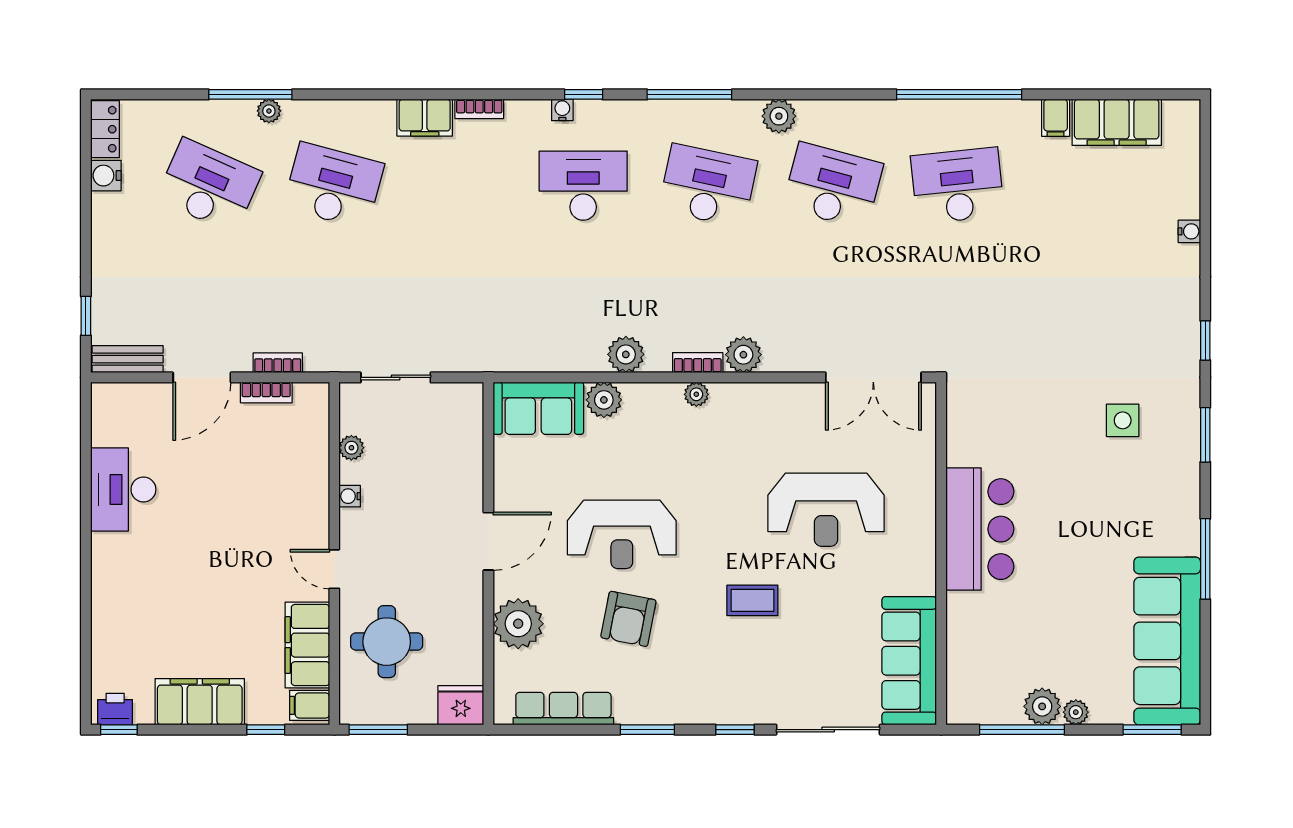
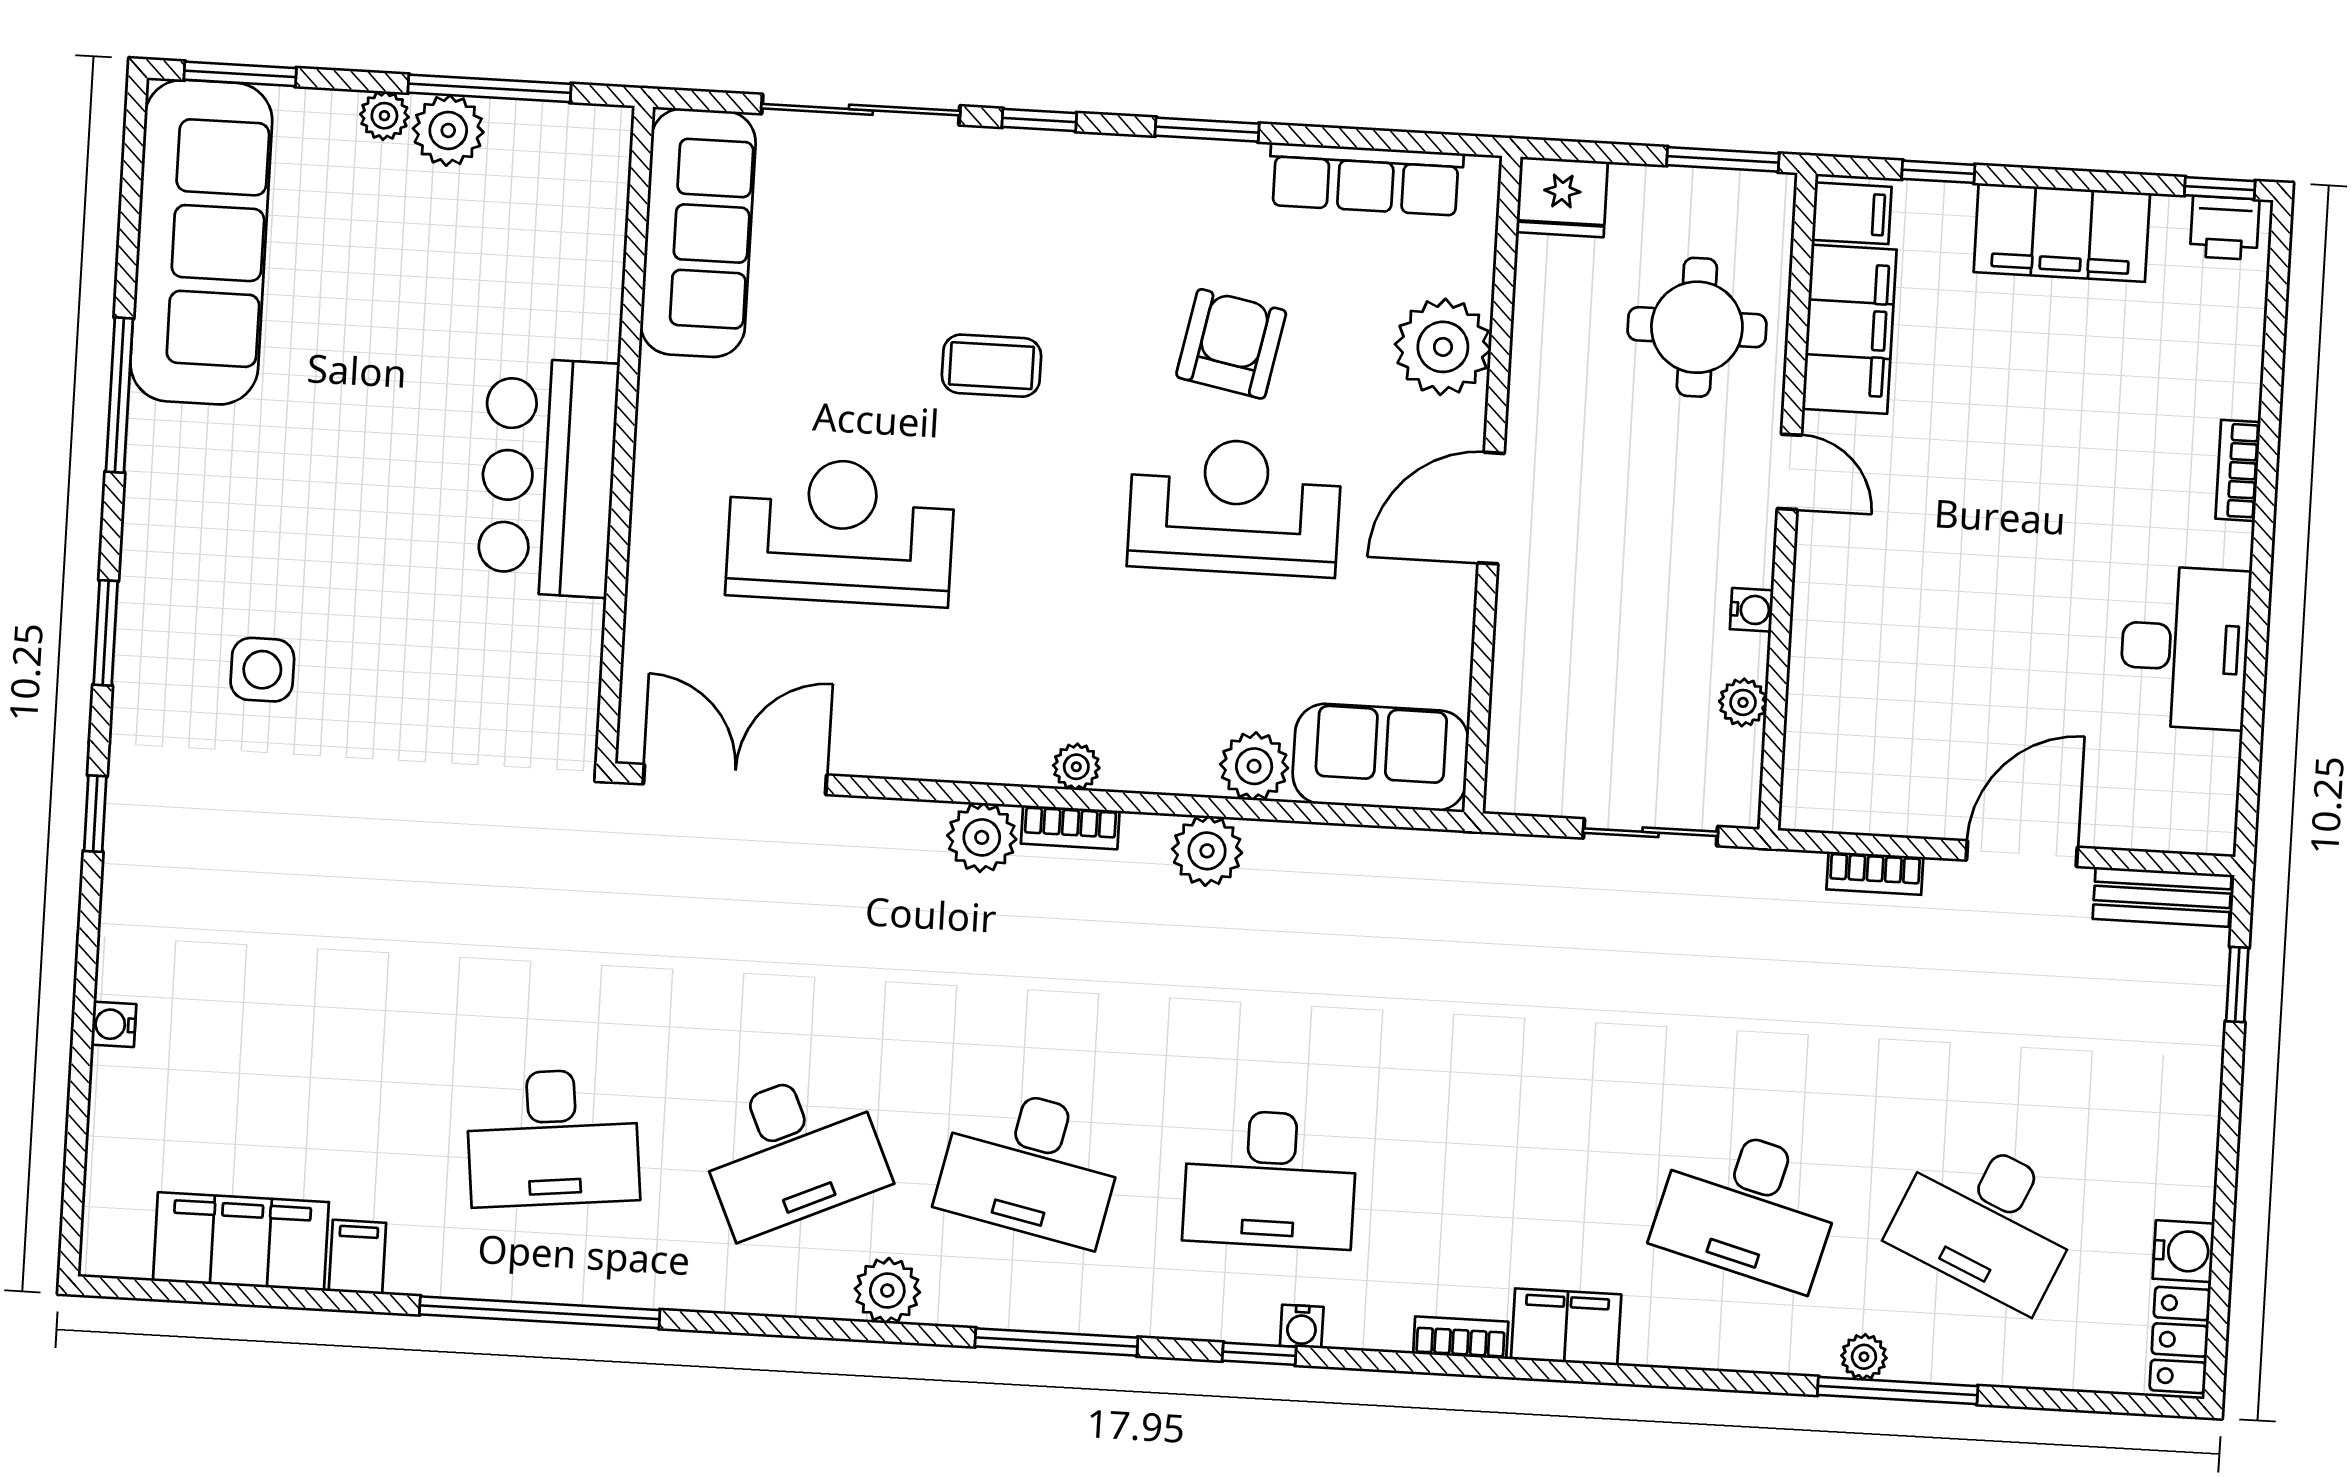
desk: (833, 186) -> (792, 1151), turned -39
bookcase: (266, 392) -> (2238, 470), moved, turned -90

